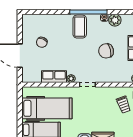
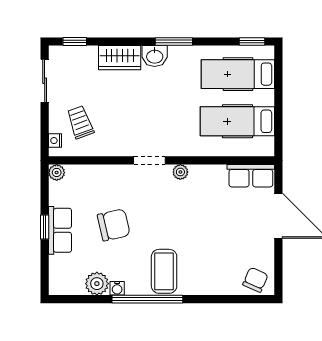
chair: (42, 42) -> (255, 280), moved
row of seats: (54, 77) -> (251, 176), moved
hospital bed: (47, 108) -> (237, 121), width x0.73, depth x0.78

